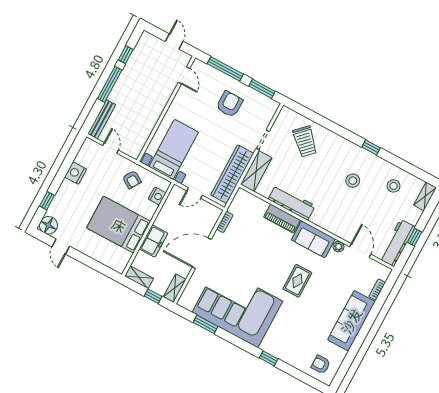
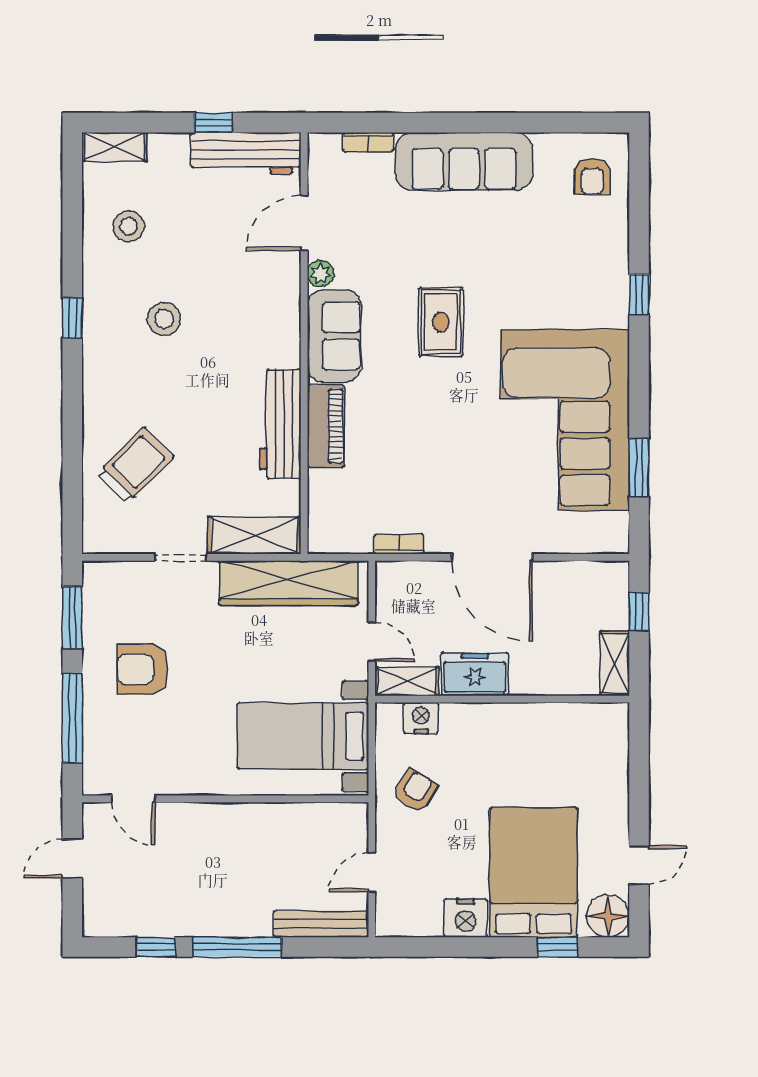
door: (184, 75) -> (133, 799), swing flipped
bed: (119, 225) -> (534, 872), moved, turned 180
freezer: (154, 241) -> (475, 674), moved
rug: (297, 281) -> (441, 322), turned 90
shelving: (175, 288) -> (407, 681), moved

